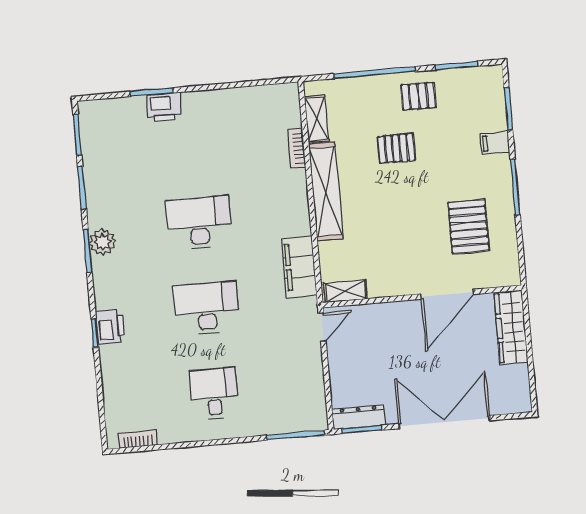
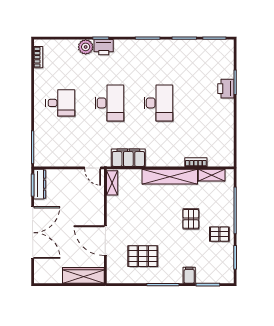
pallet: (418, 96) -> (219, 234), turned 90
plant: (102, 242) -> (86, 47), moved

